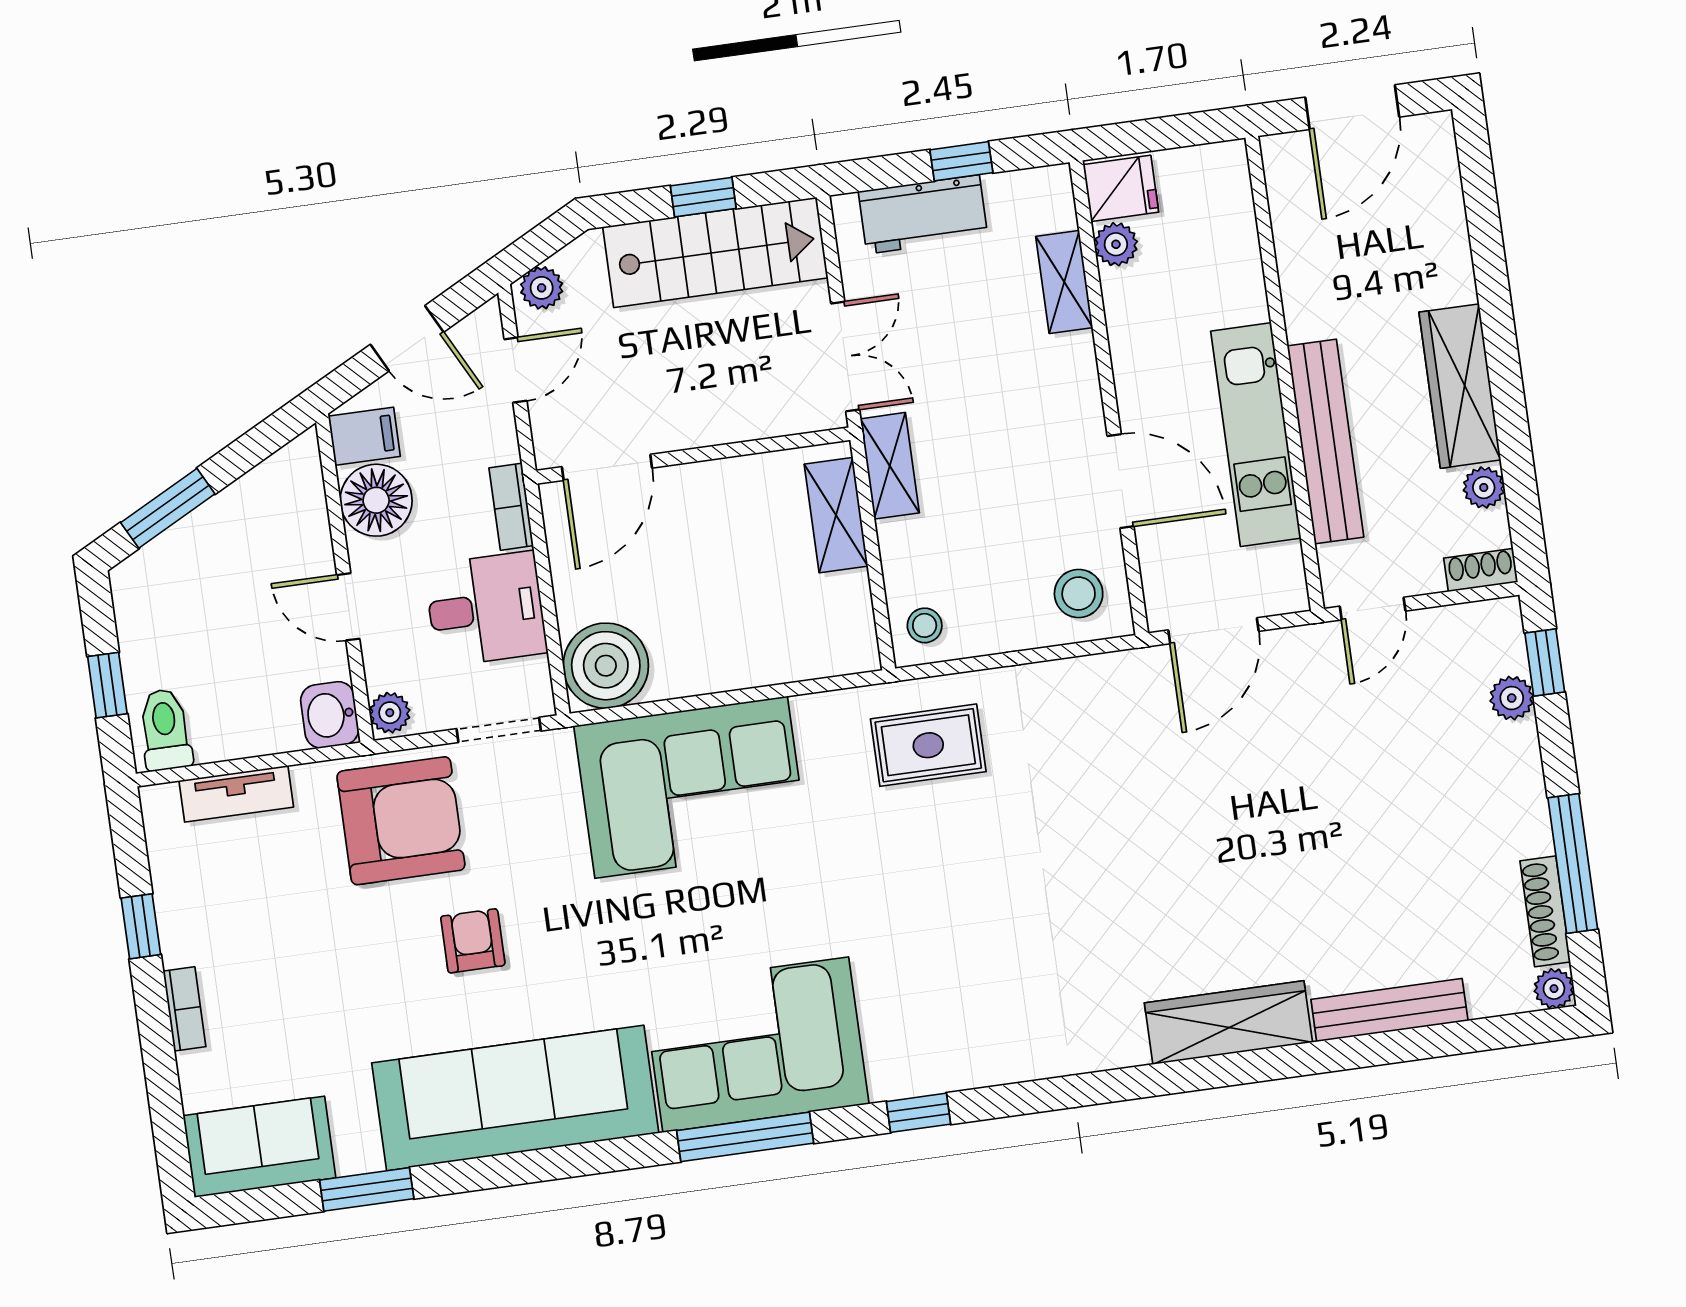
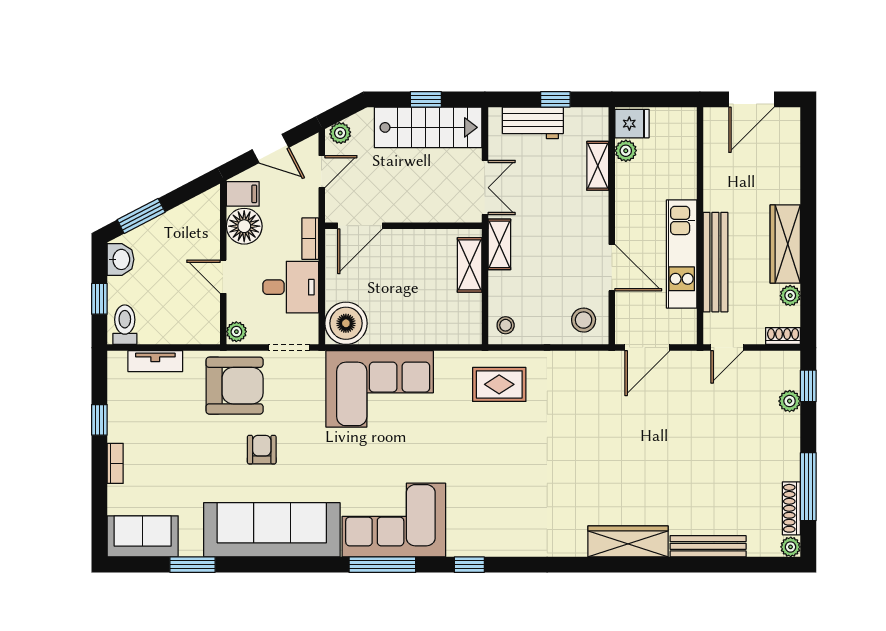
washbasin: (330, 715) -> (121, 259), moved, turned 180

